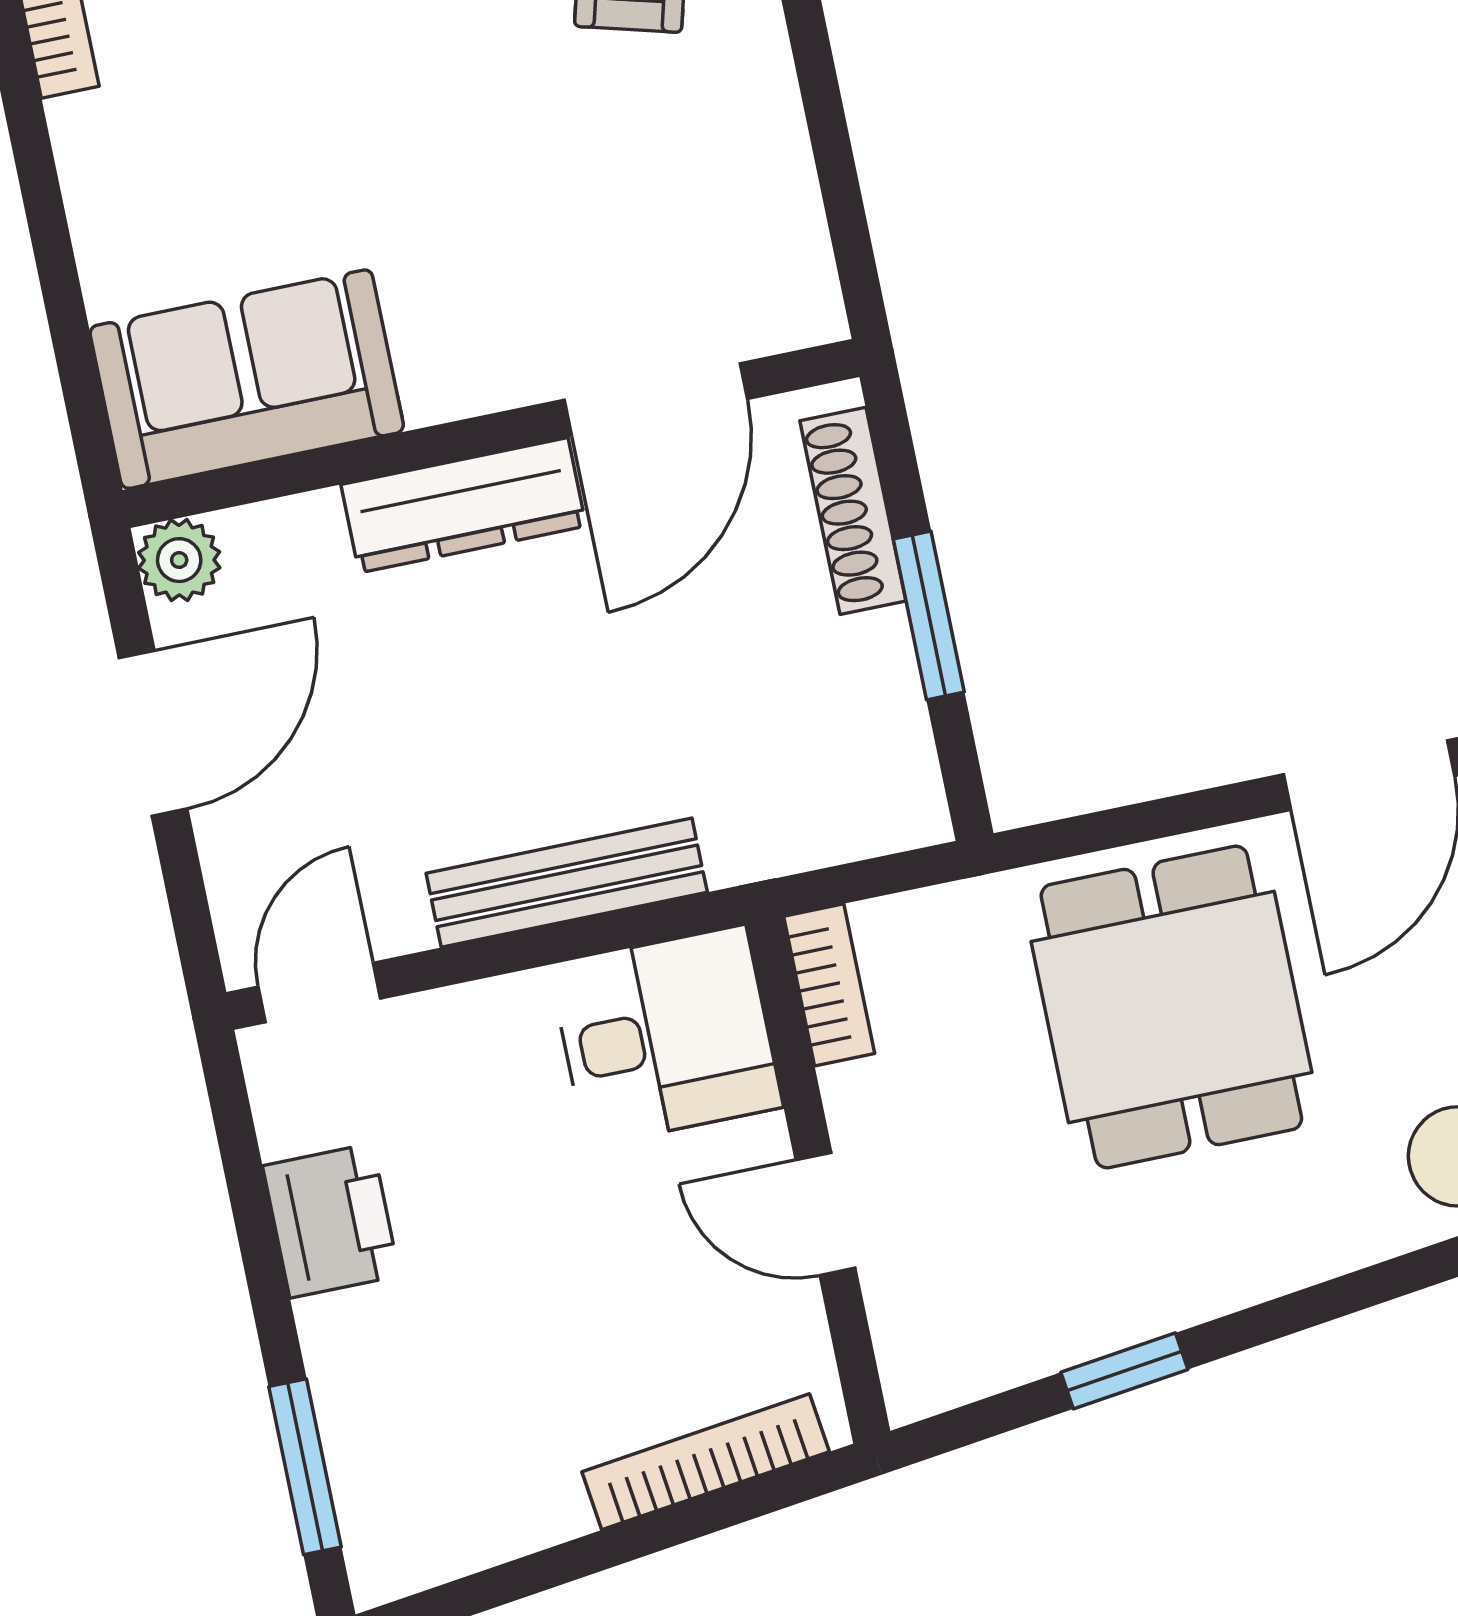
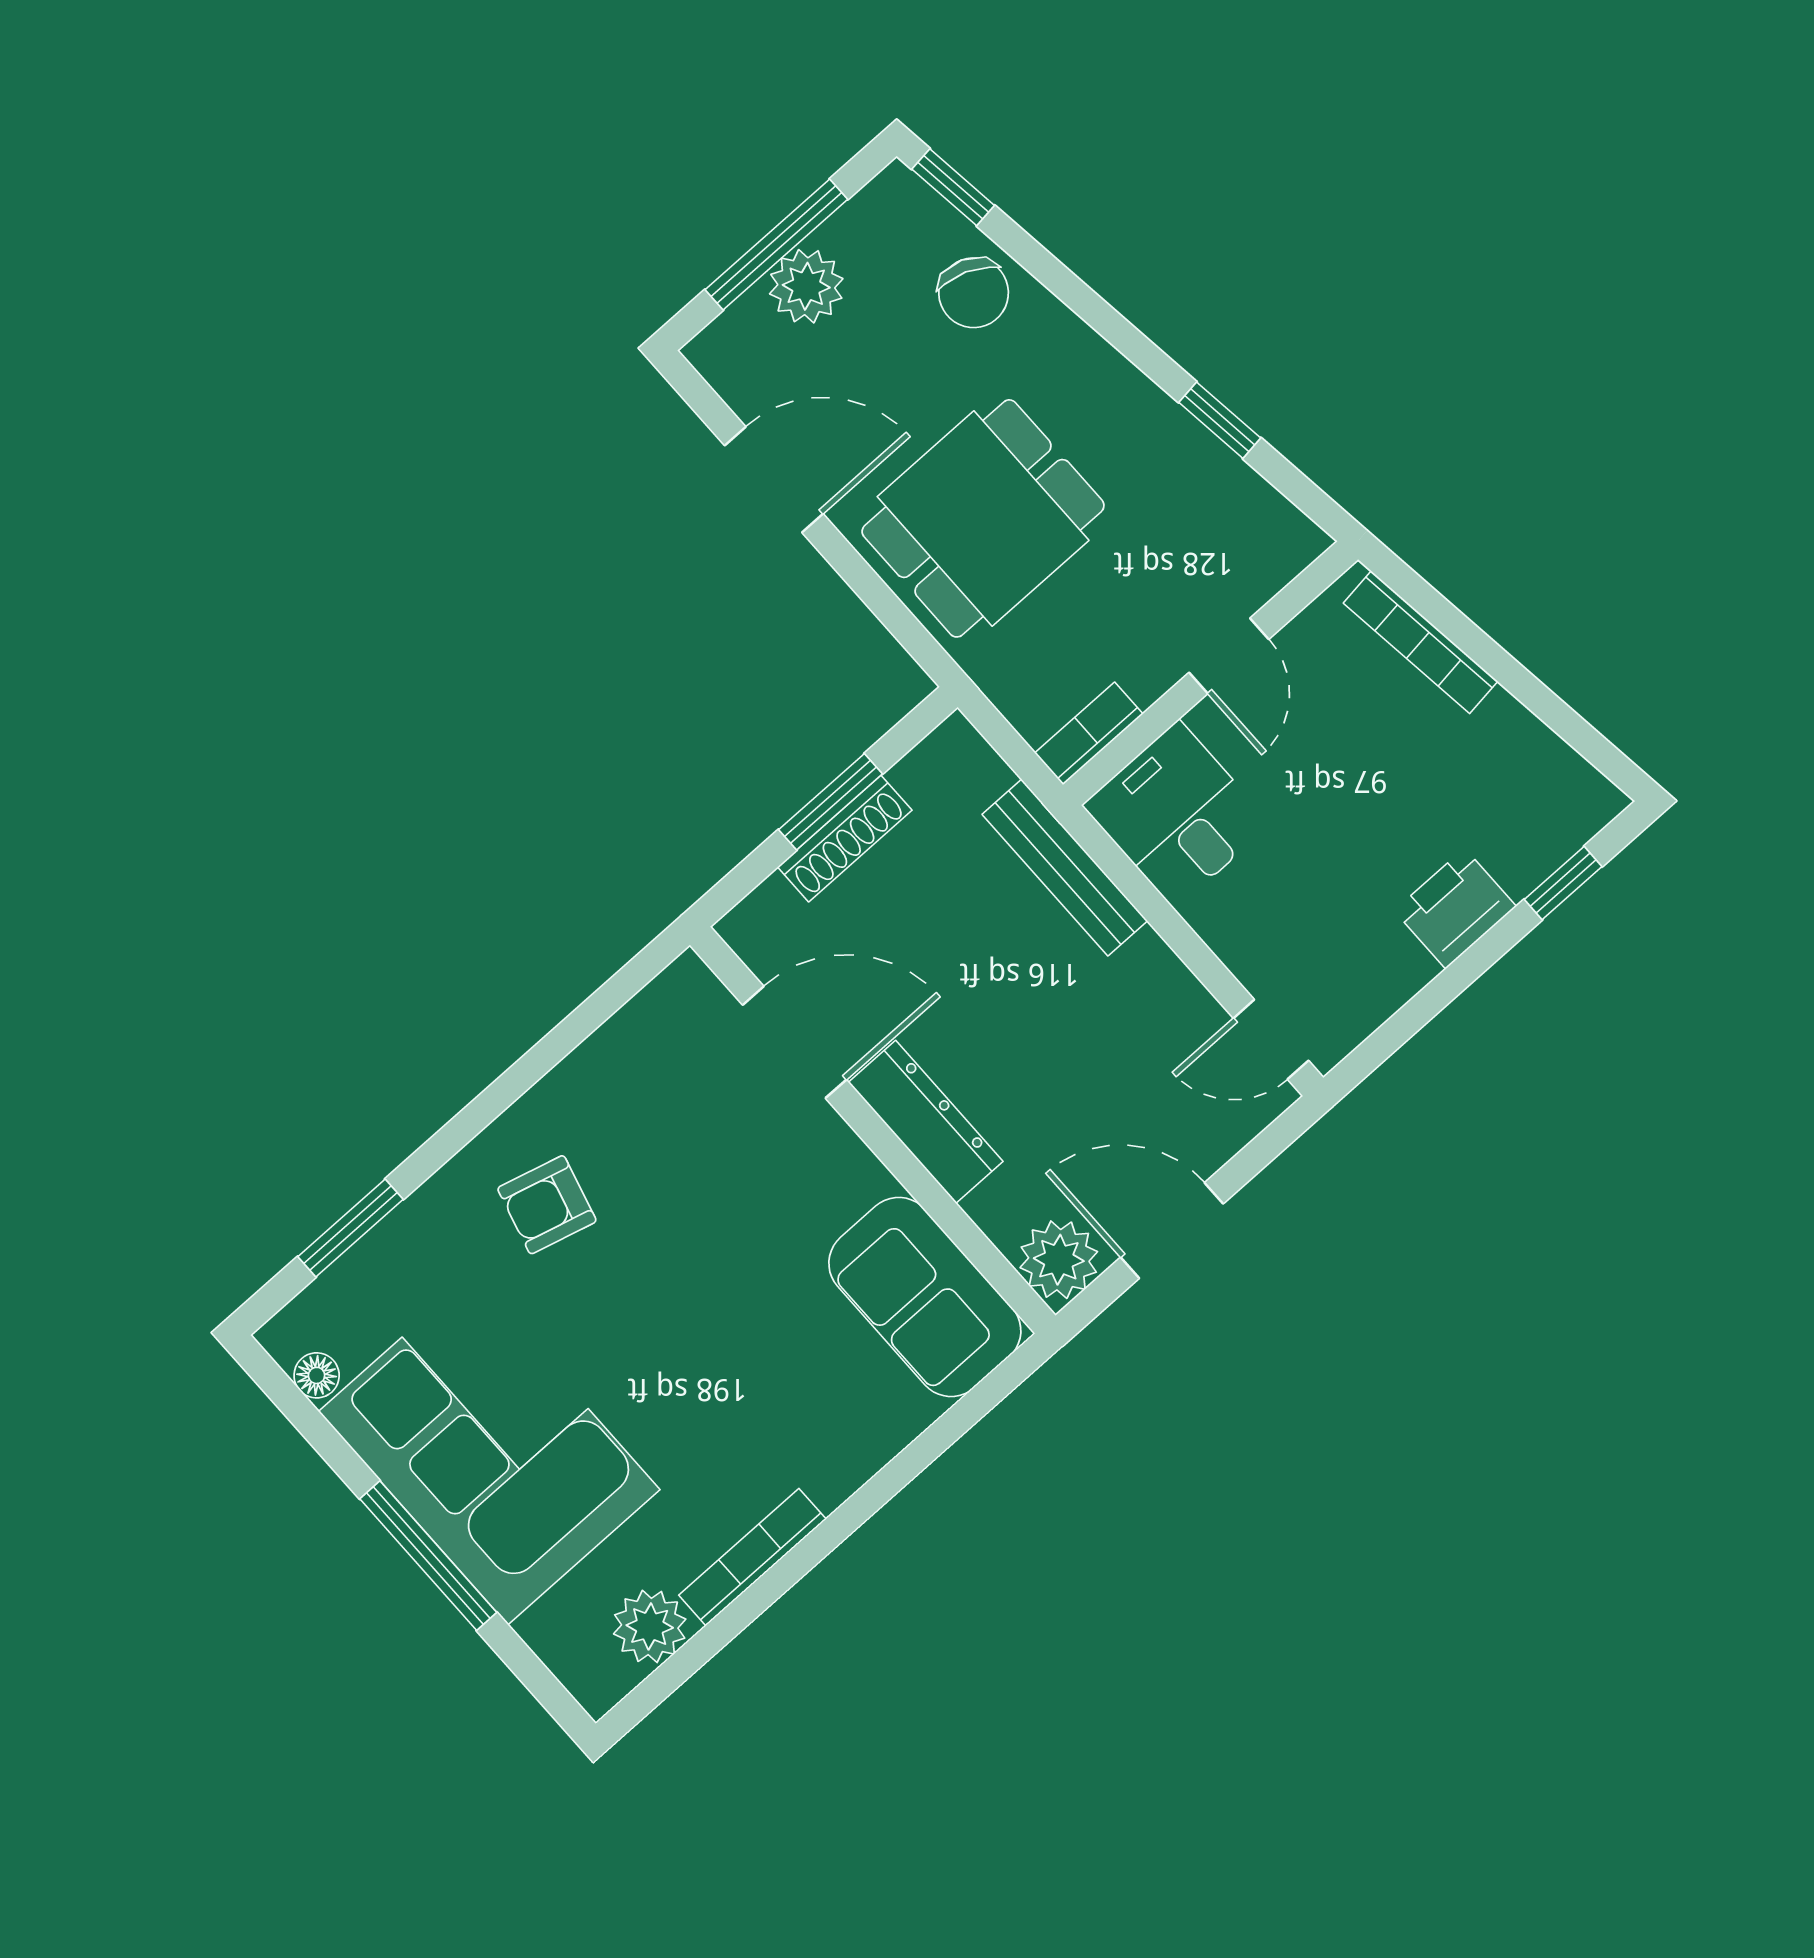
shoe rack: (853, 511) -> (845, 839), moved
plant: (179, 560) -> (1059, 1260), width x1.38, depth x1.38
bench: (567, 883) -> (1065, 868), moved
printer: (331, 1221) -> (1455, 908), moved
window: (305, 1467) -> (1563, 883), width x0.67

